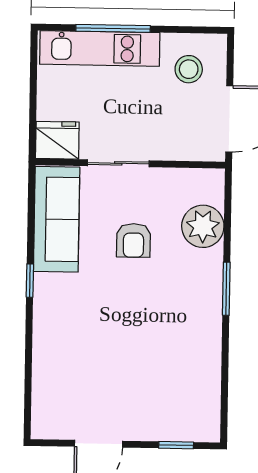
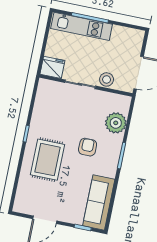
stool: (189, 69) -> (107, 79), moved
sofa: (57, 219) -> (99, 202), moved, turned 180
armchair: (133, 240) -> (88, 147), moved, turned 180
rug: (82, 324) -> (48, 160), added

